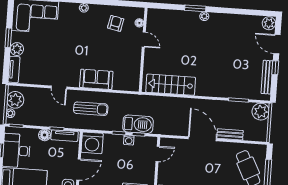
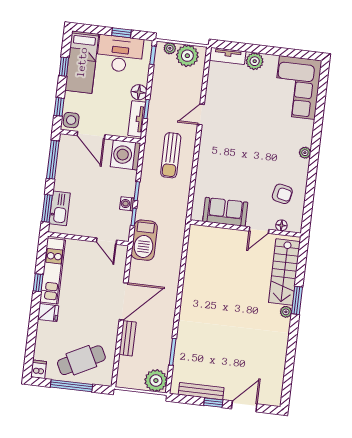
plant: (269, 23) -> (272, 397), removed
window: (8, 38) -> (270, 51), removed
sofa: (96, 79) -> (225, 212), moved, turned -90
stairs: (171, 85) -> (284, 272), moved, turned 180
barbecue: (138, 124) -> (144, 240), moved

